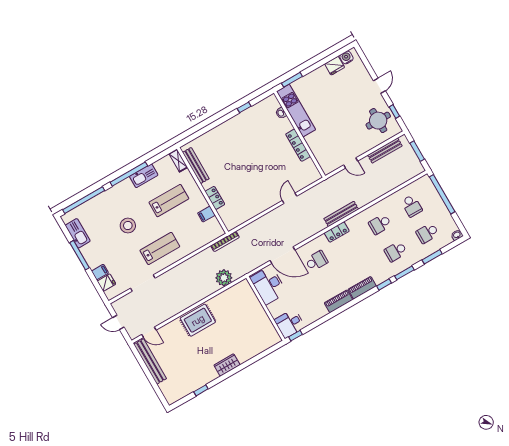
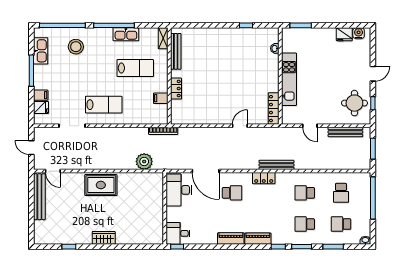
kitchen unit: (296, 111) -> (289, 79), moved
locker: (298, 145) -> (274, 109), moved
stool: (128, 226) -> (76, 47), moved

